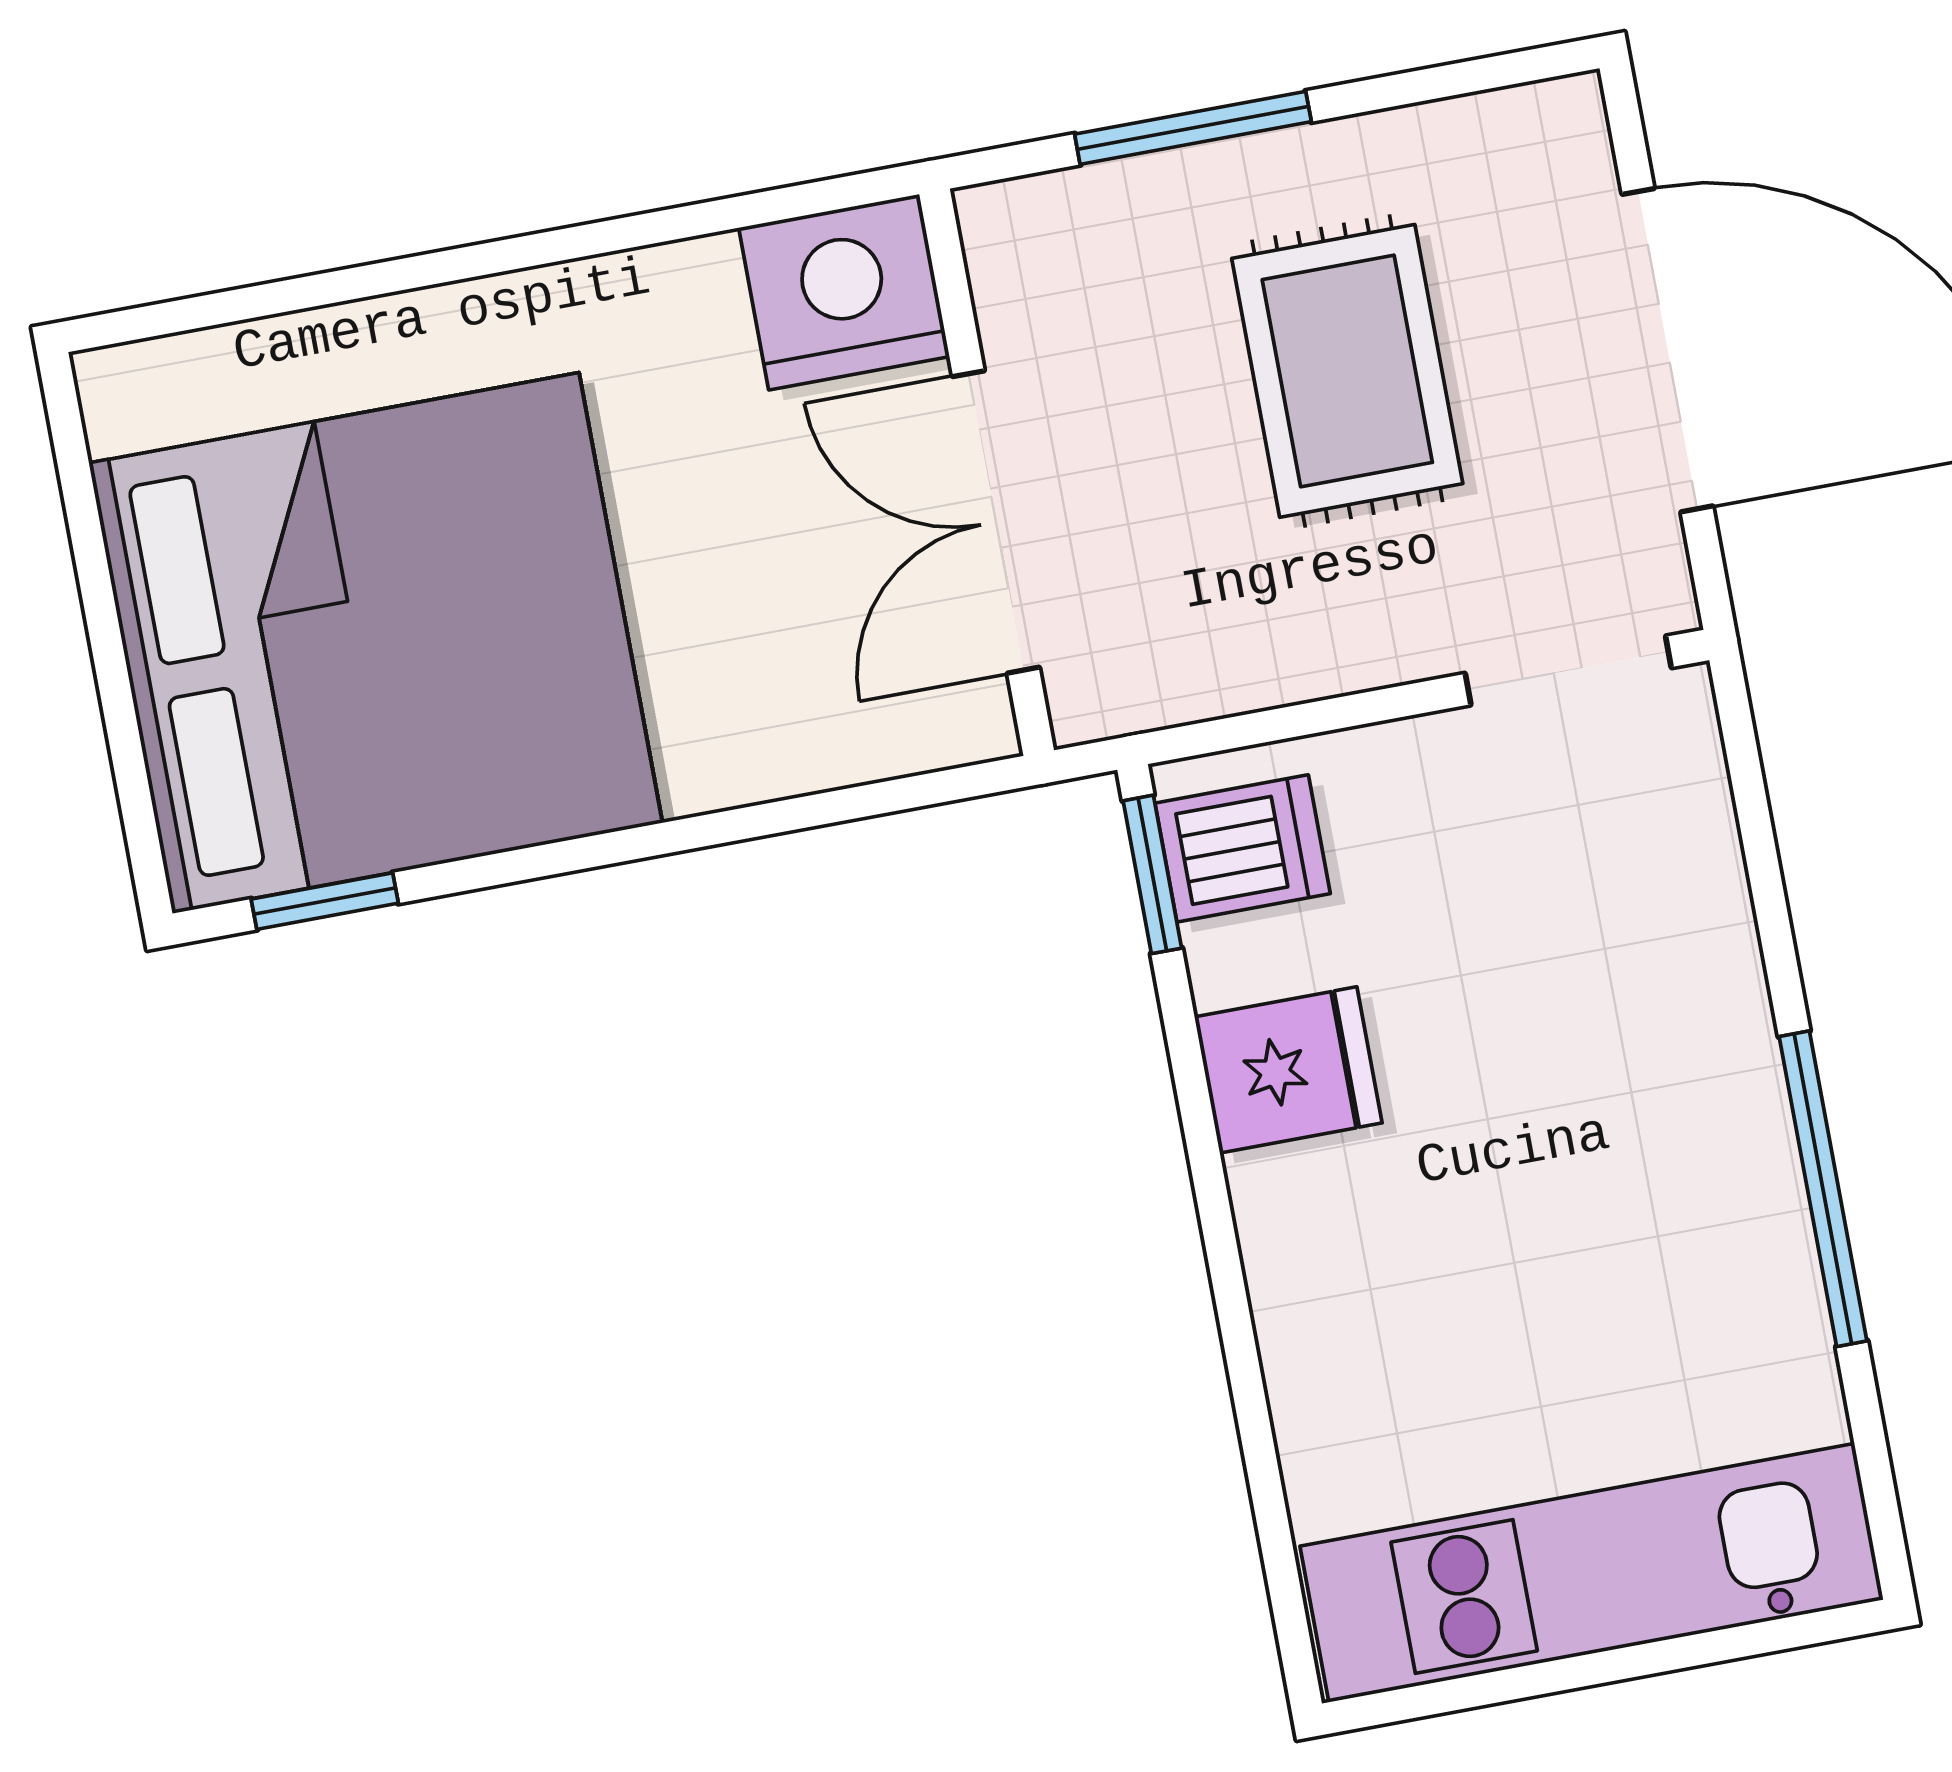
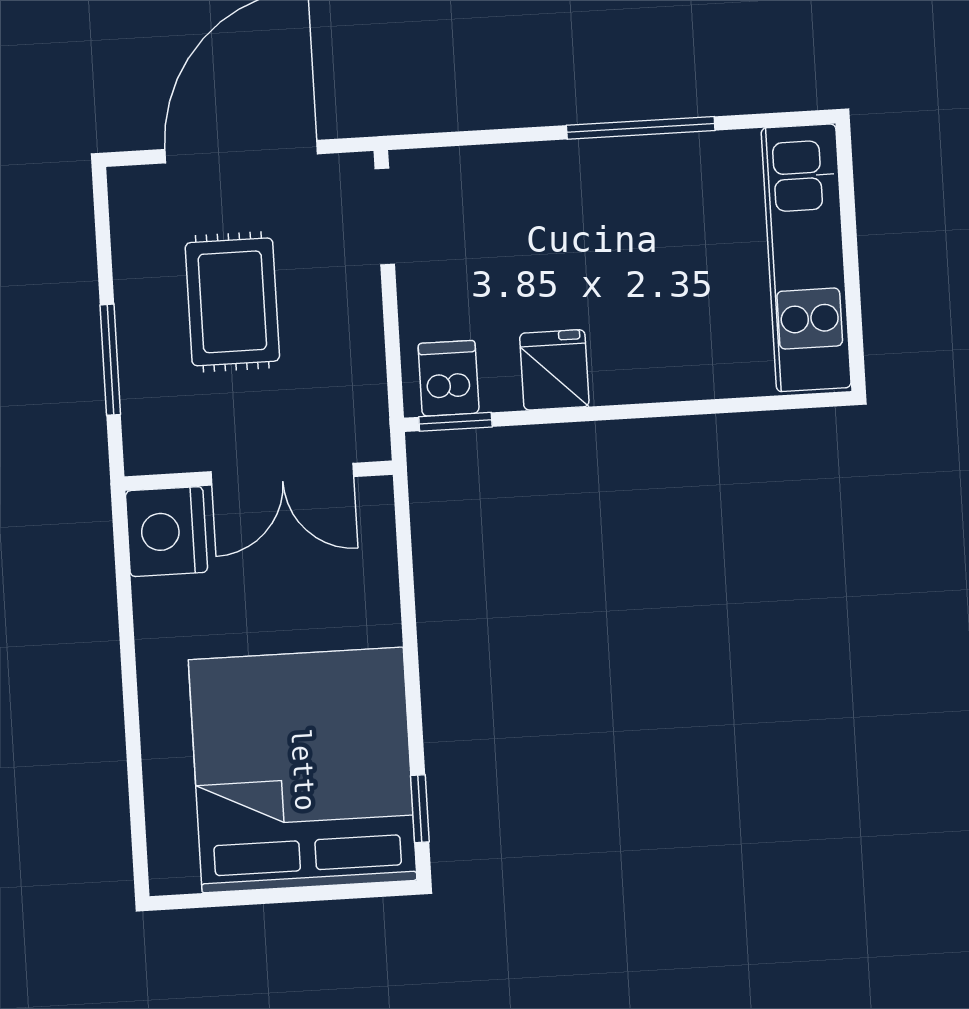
rug: (1347, 371) -> (232, 302), turned 90

